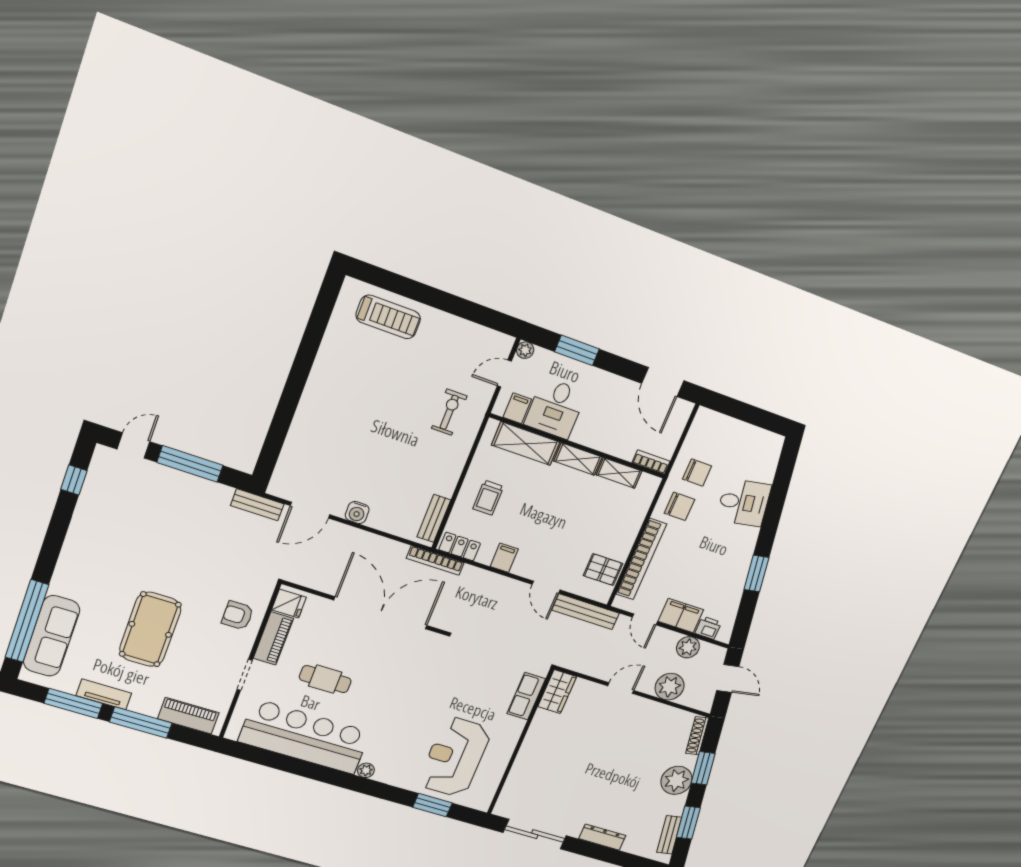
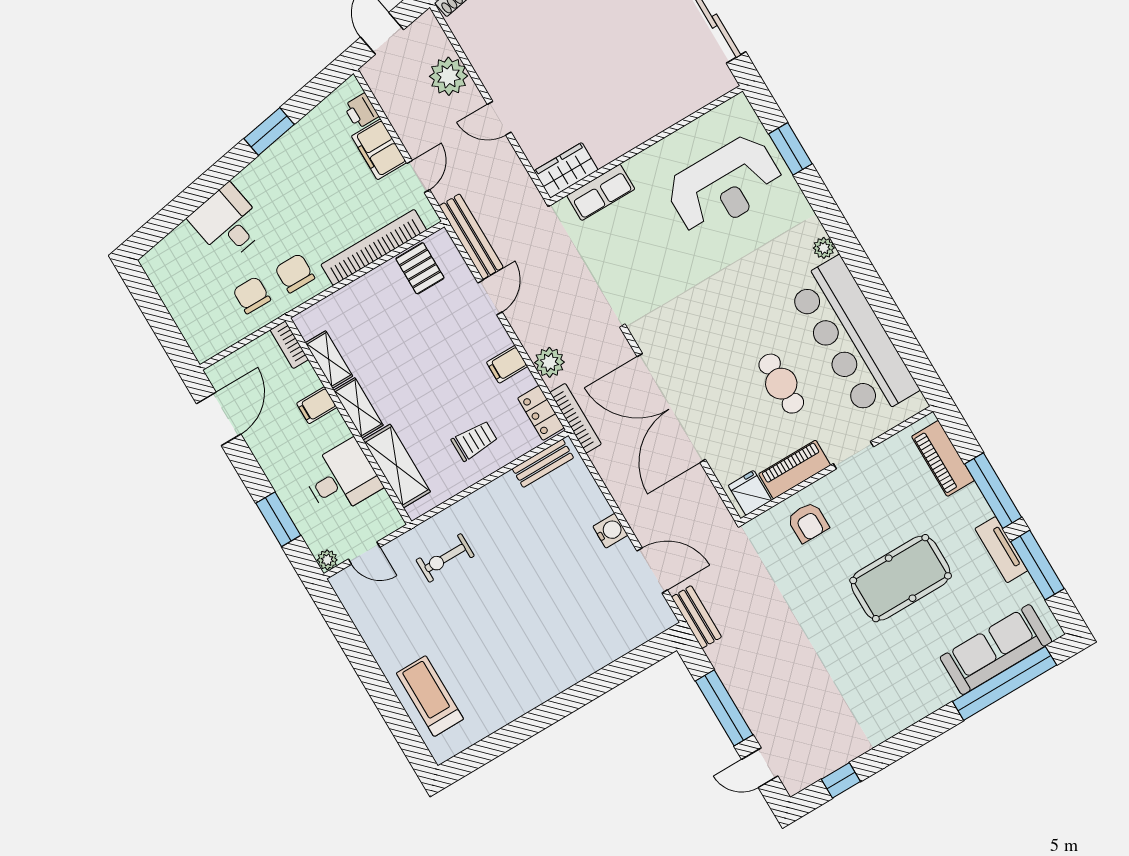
filing cabinet: (517, 408) -> (317, 405), moved
plant: (688, 647) -> (549, 362), moved

